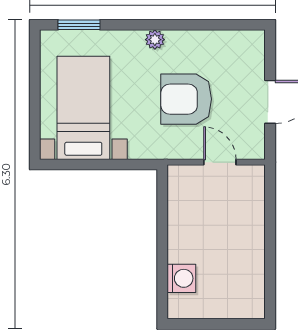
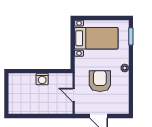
door: (220, 162) -> (74, 95), swing flipped
washing machine: (181, 278) -> (42, 79), moved

